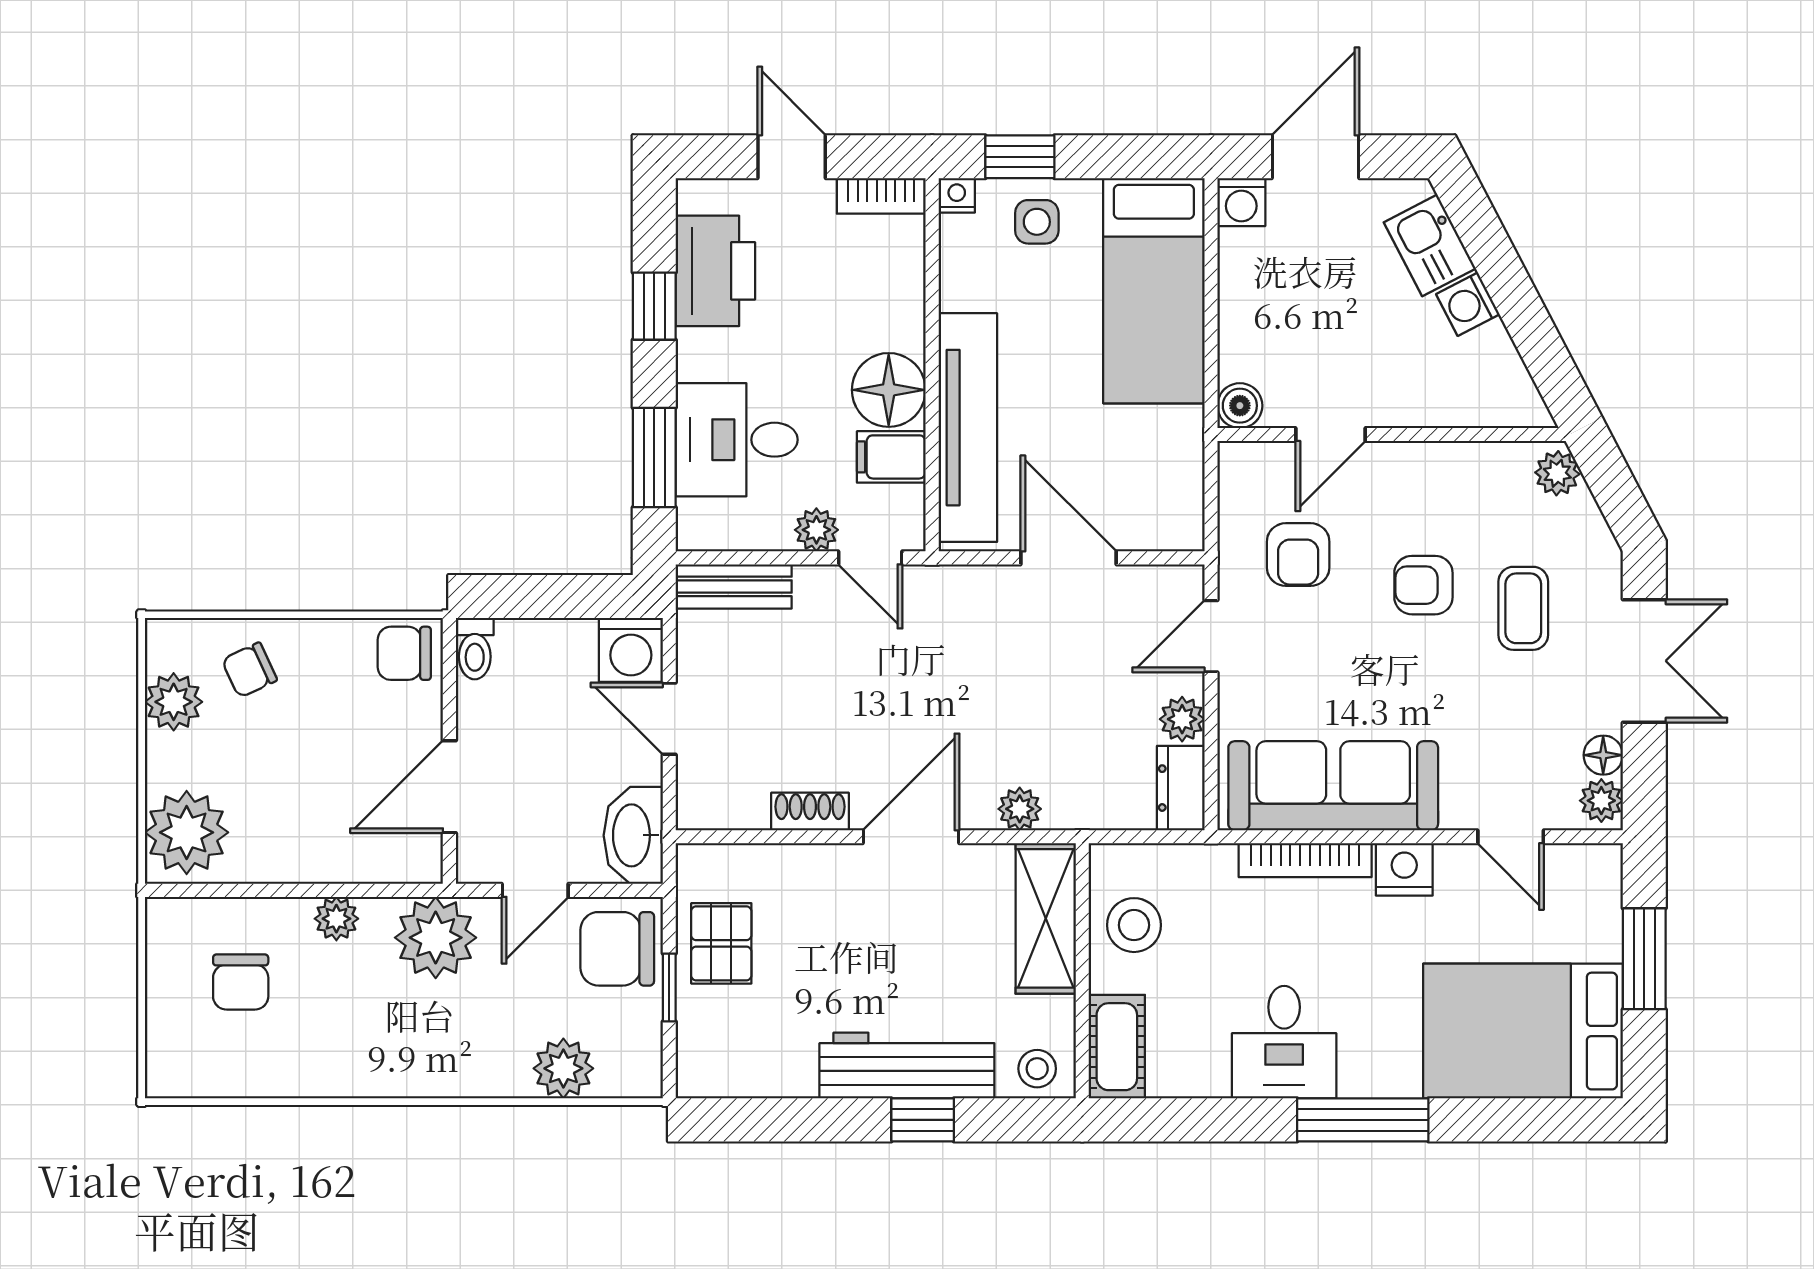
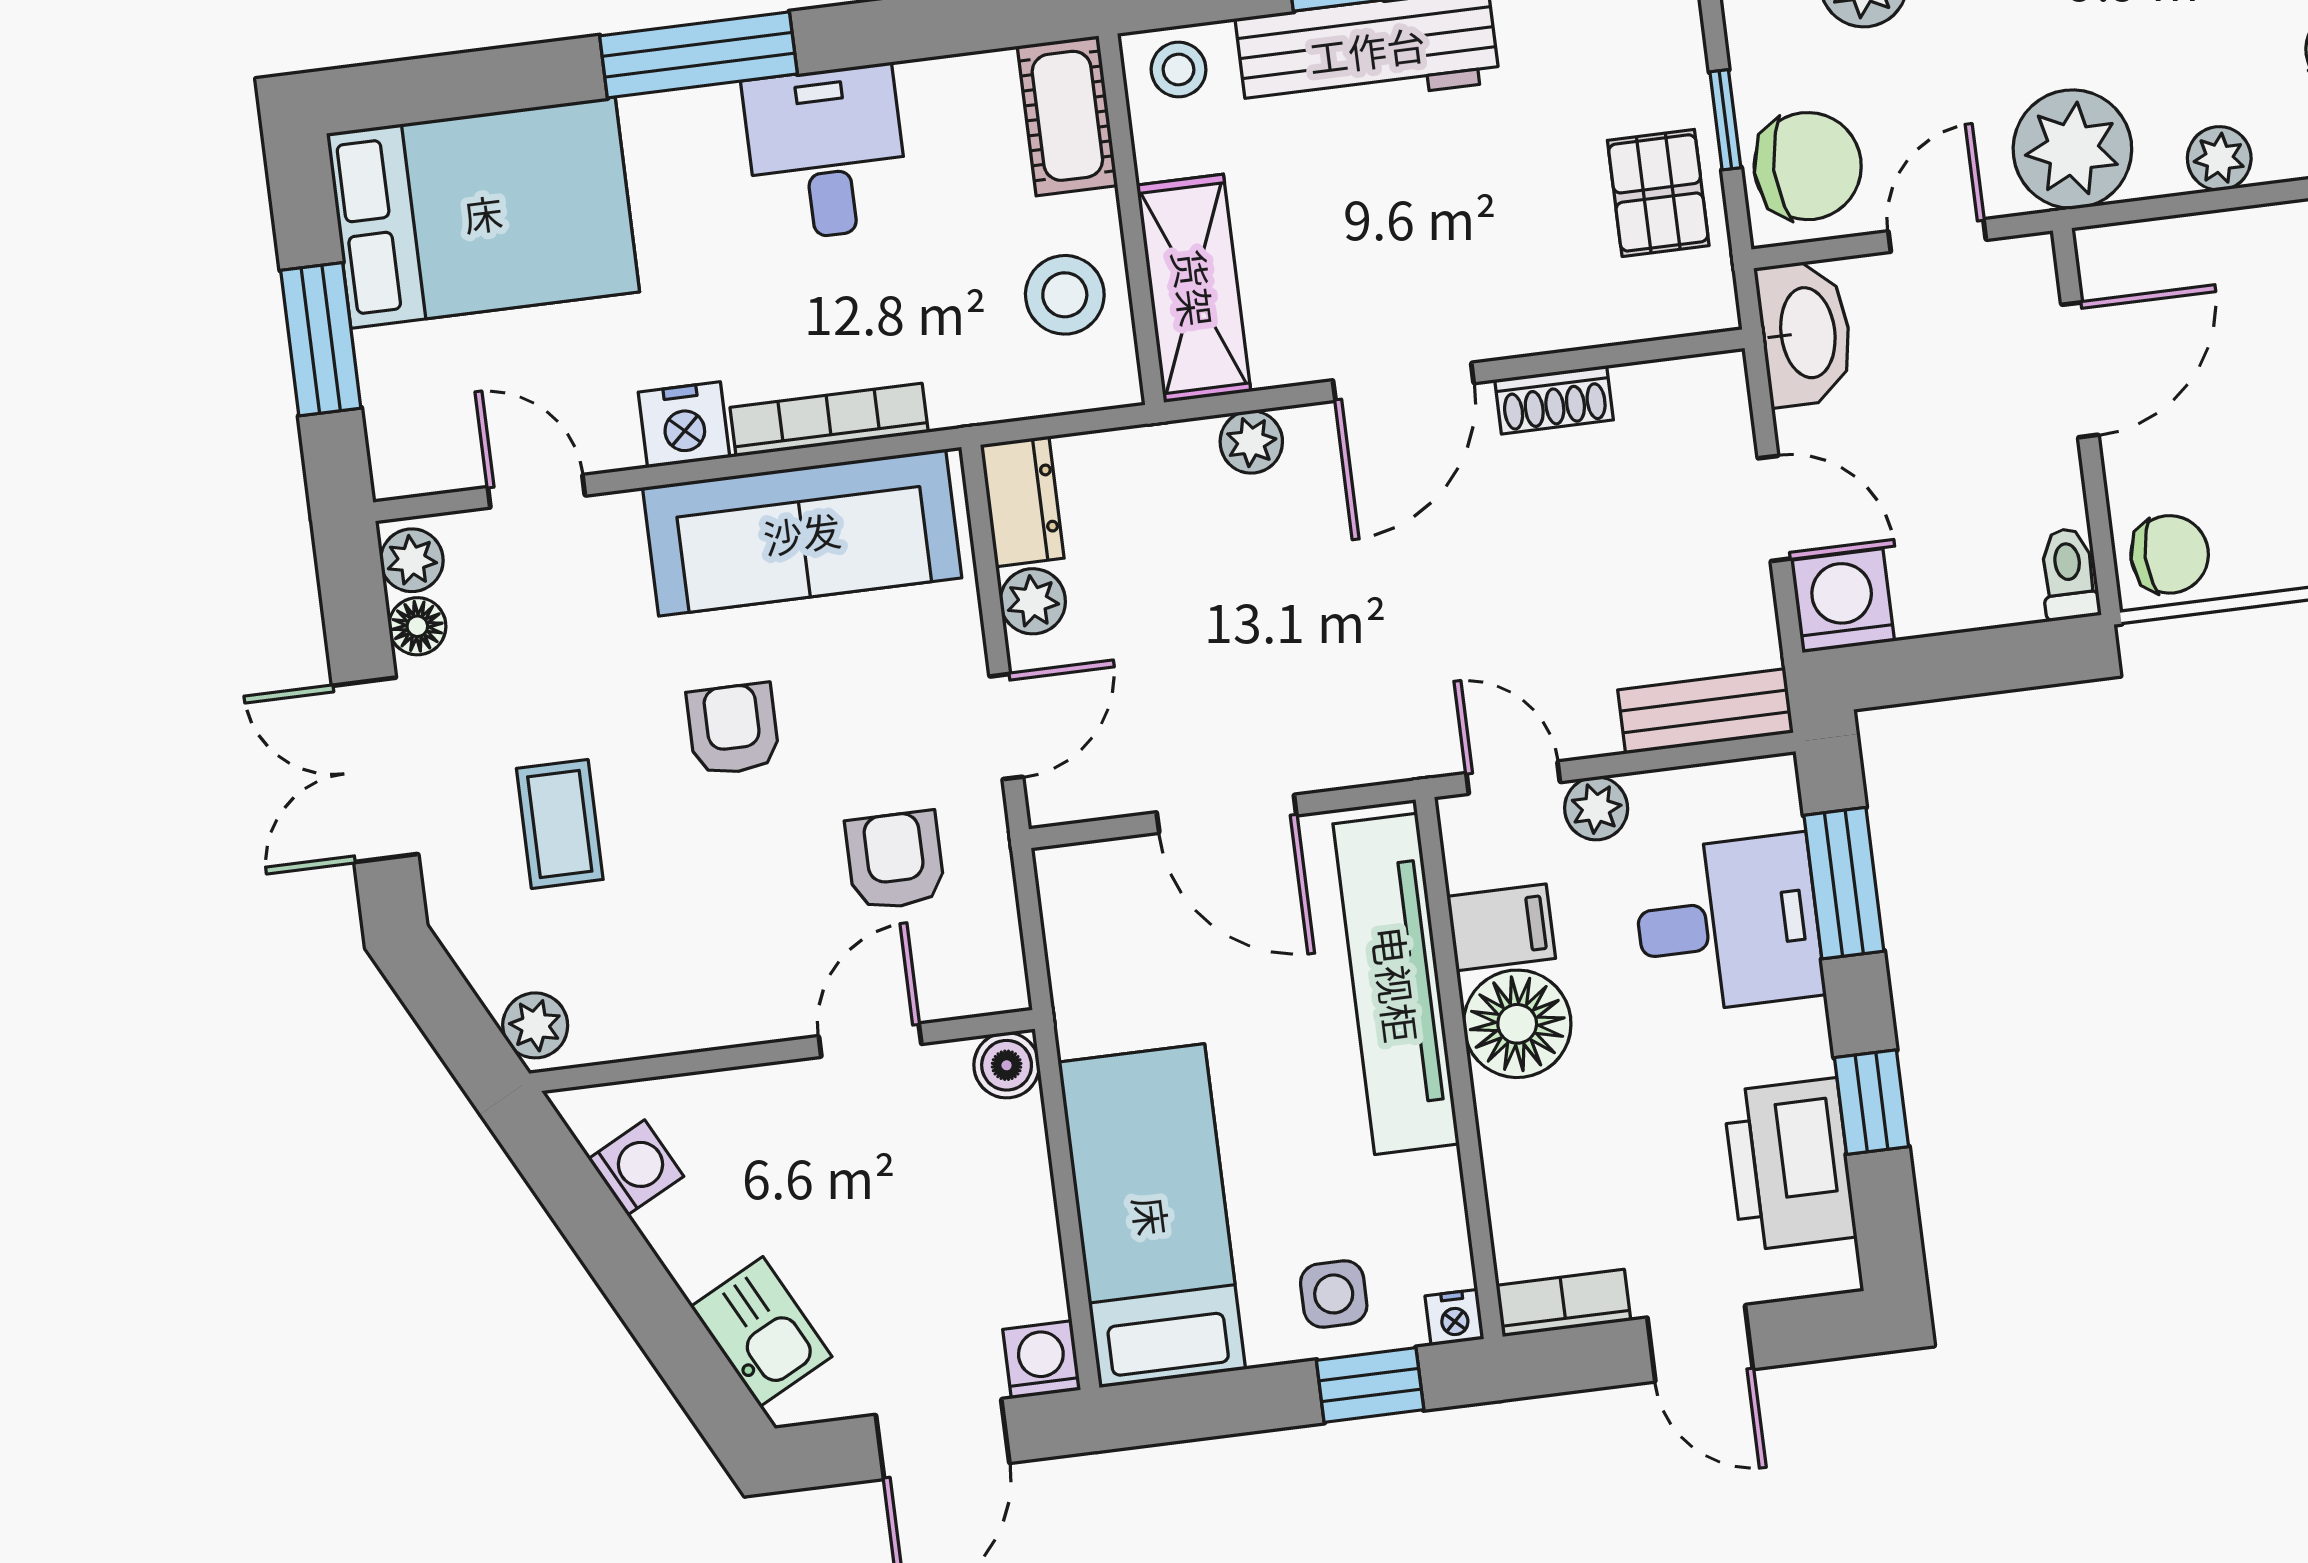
washing machine: (1468, 304) -> (636, 1168), moved
armchair: (1423, 585) -> (733, 729), moved, turned -90

